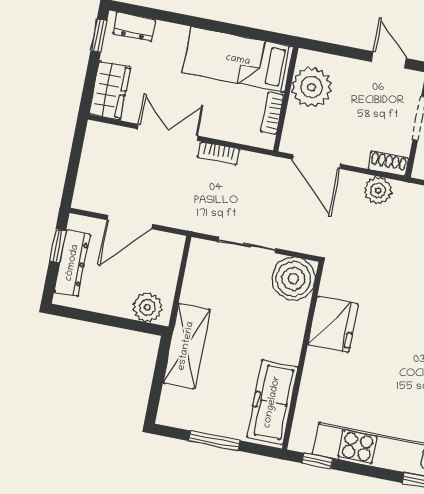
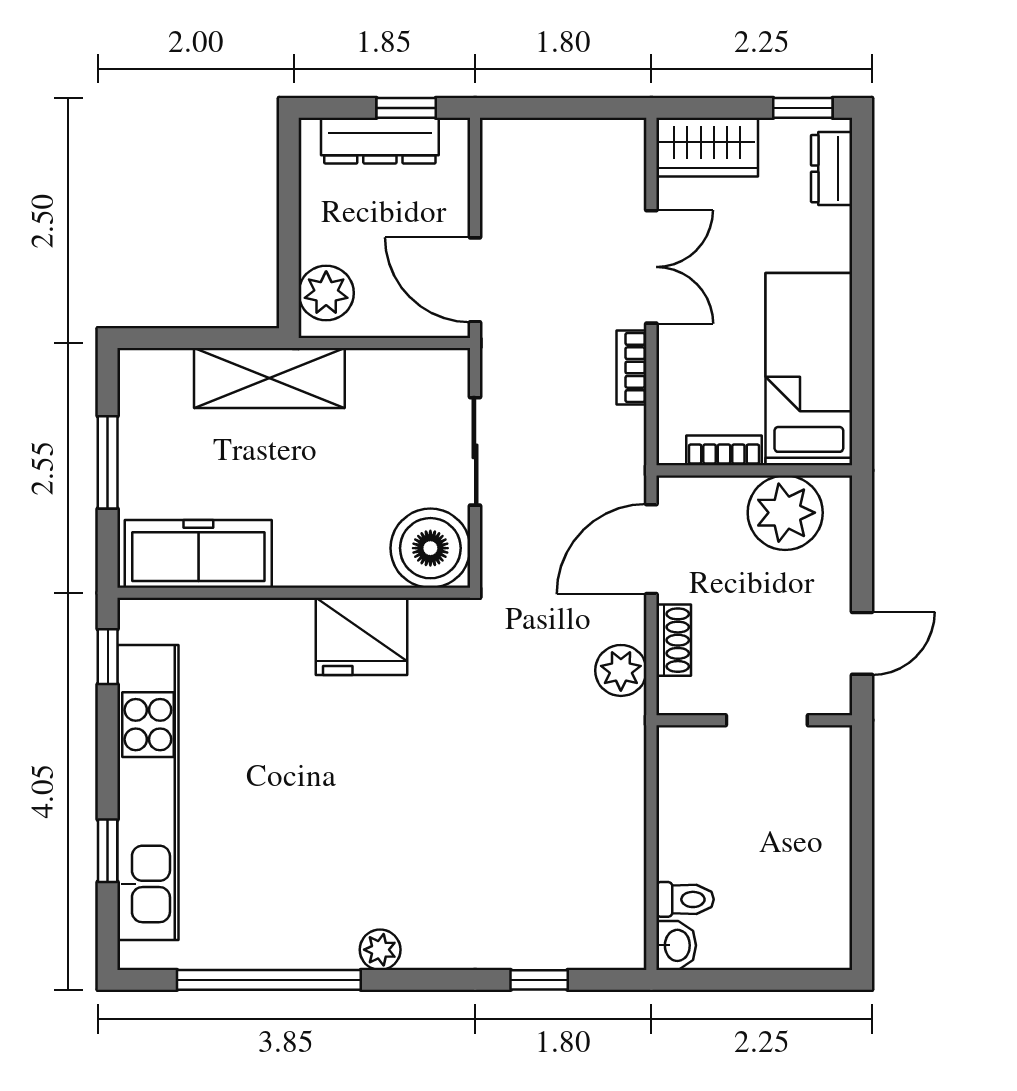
shoe rack: (388, 163) -> (674, 640), moved
door: (130, 222) -> (475, 280), moved

